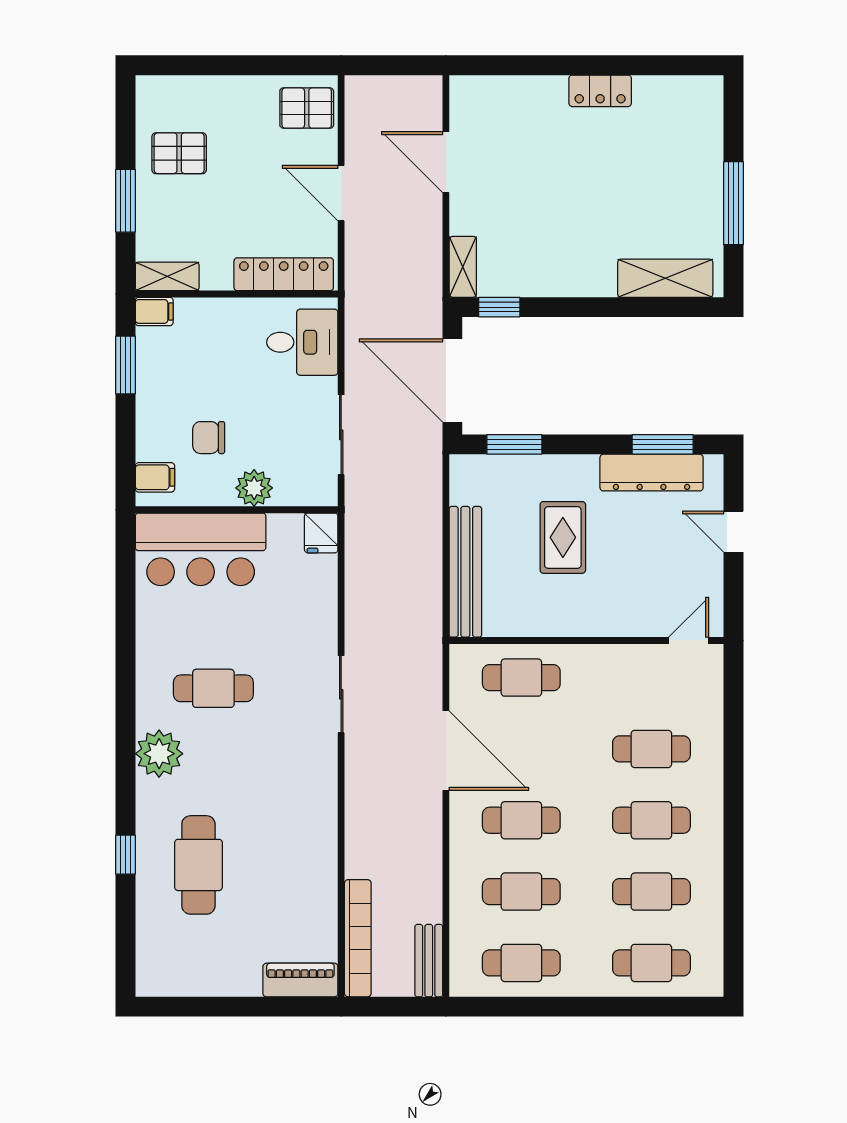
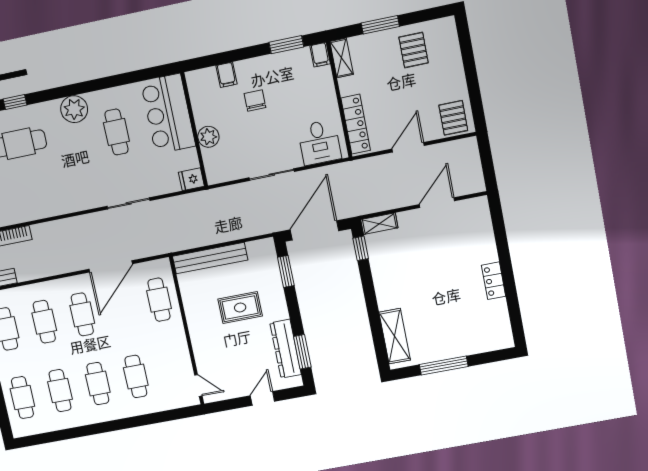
plant: (254, 488) -> (208, 137), moved
wall: (237, 510) -> (194, 129), moved
fridge: (321, 533) -> (191, 179), moved
bar counter: (201, 549) -> (168, 114), moved

